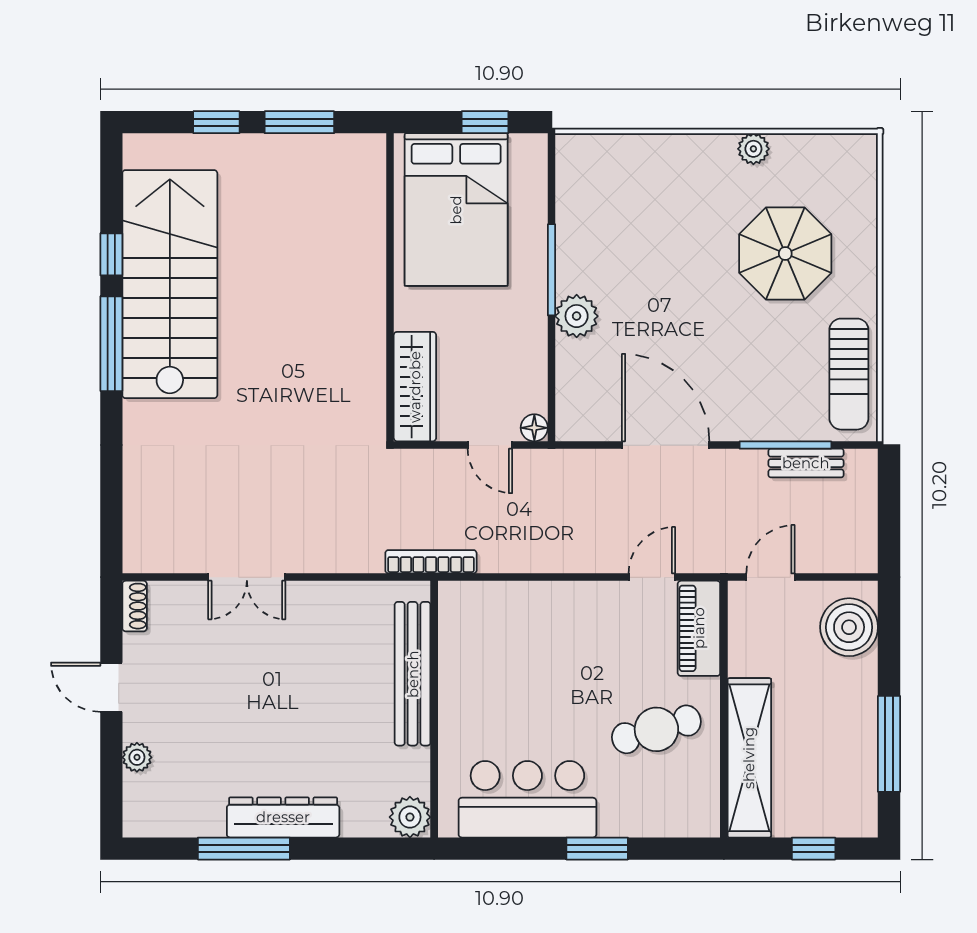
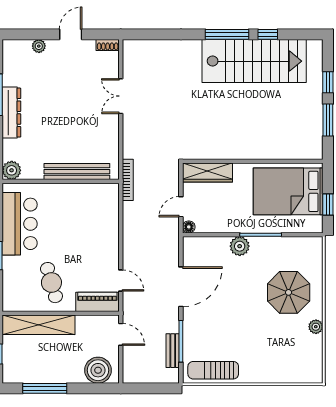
parasol: (785, 254) -> (289, 292), moved

